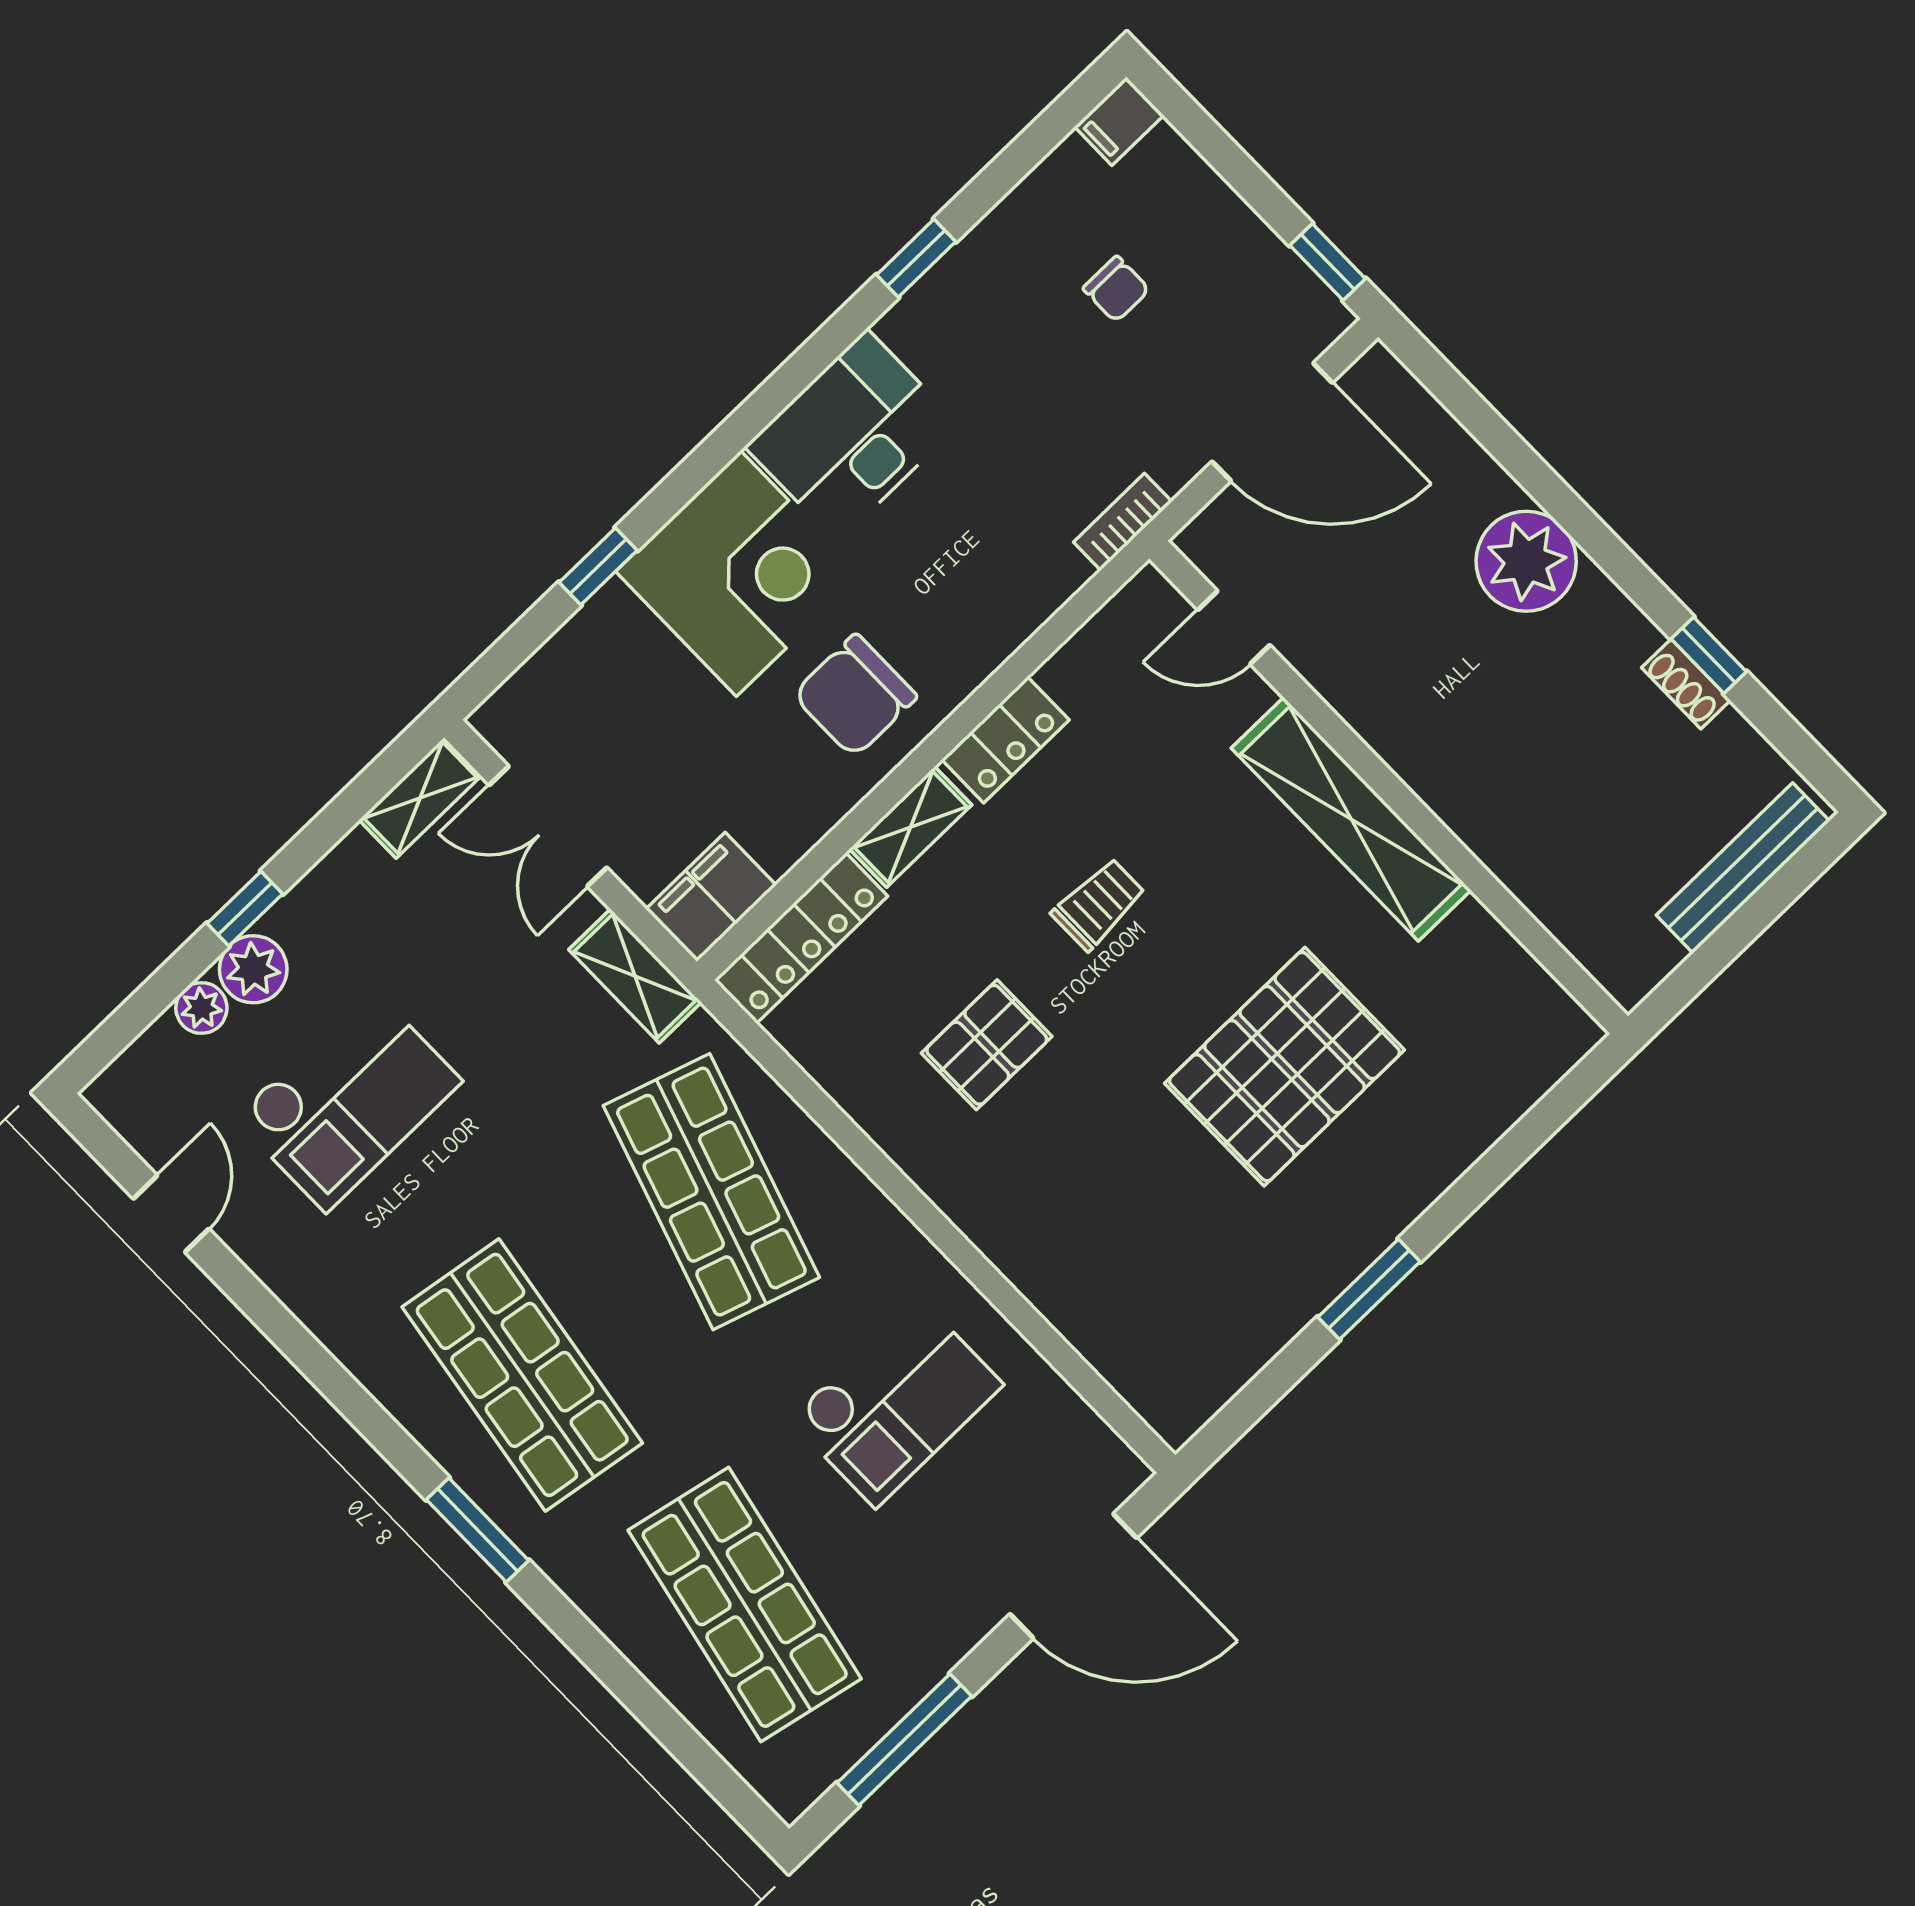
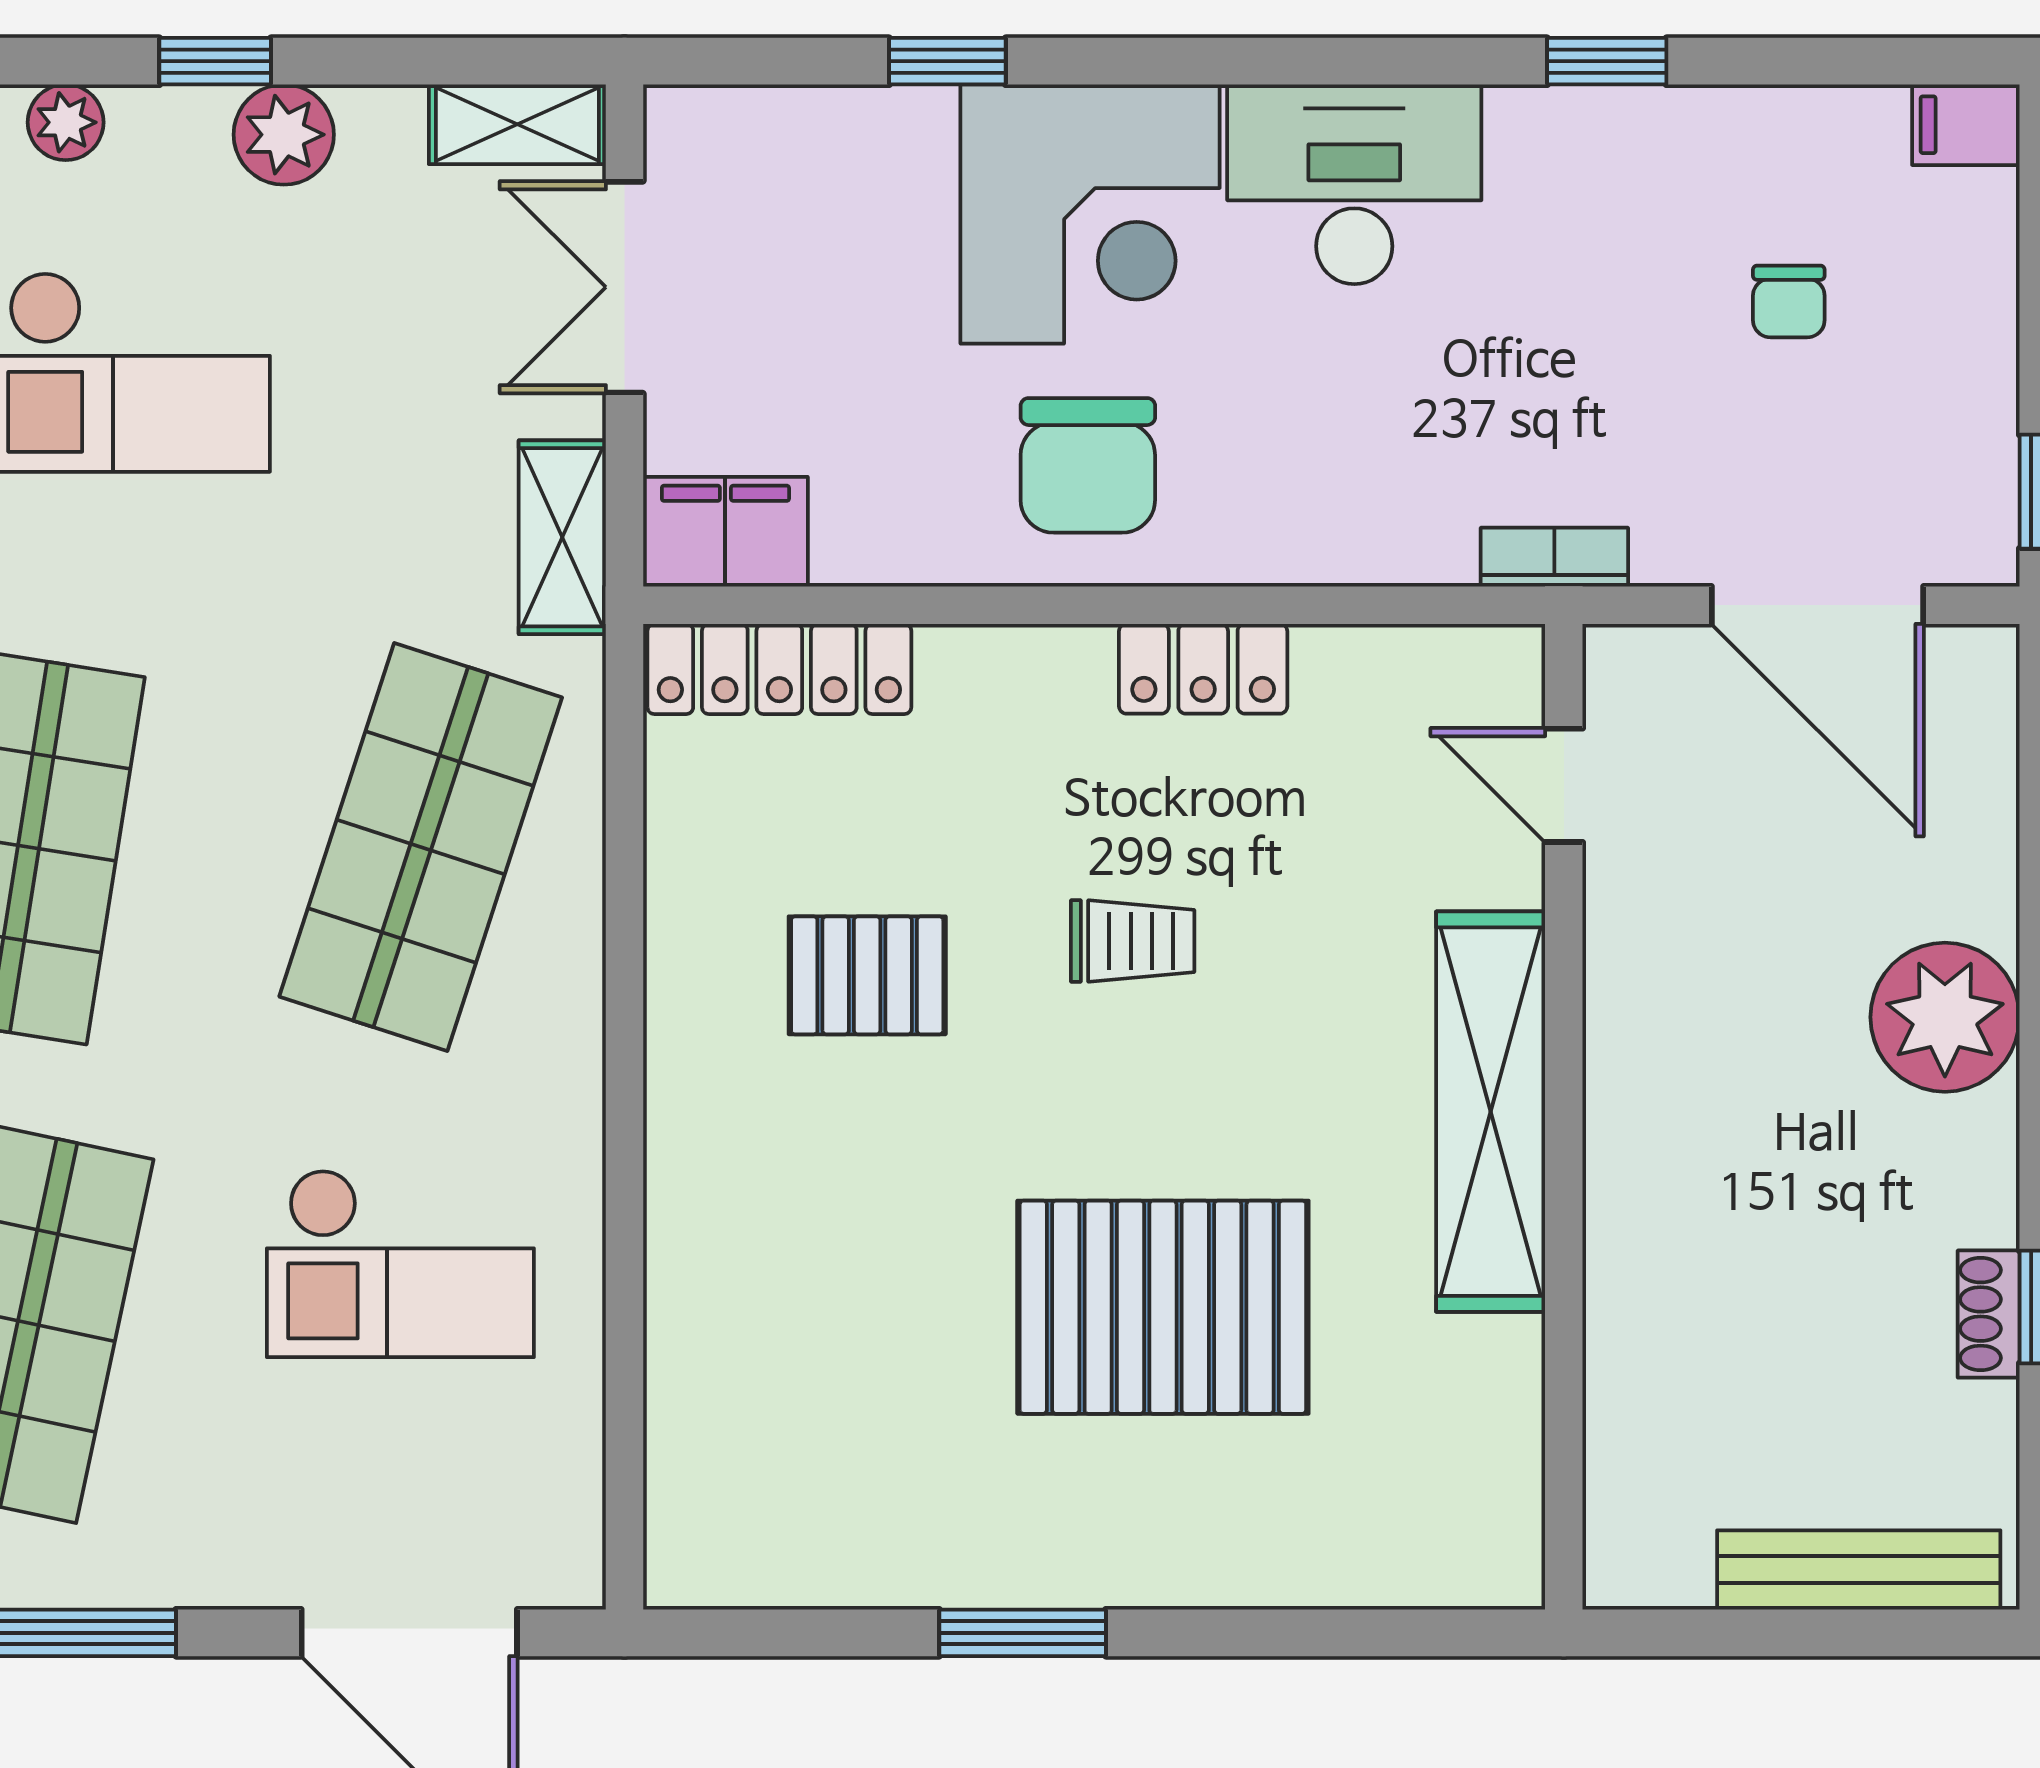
chair: (855, 696) -> (1088, 465), turned -90
shelving: (911, 827) -> (1011, 664), removed
plant: (253, 969) -> (284, 135), moved

